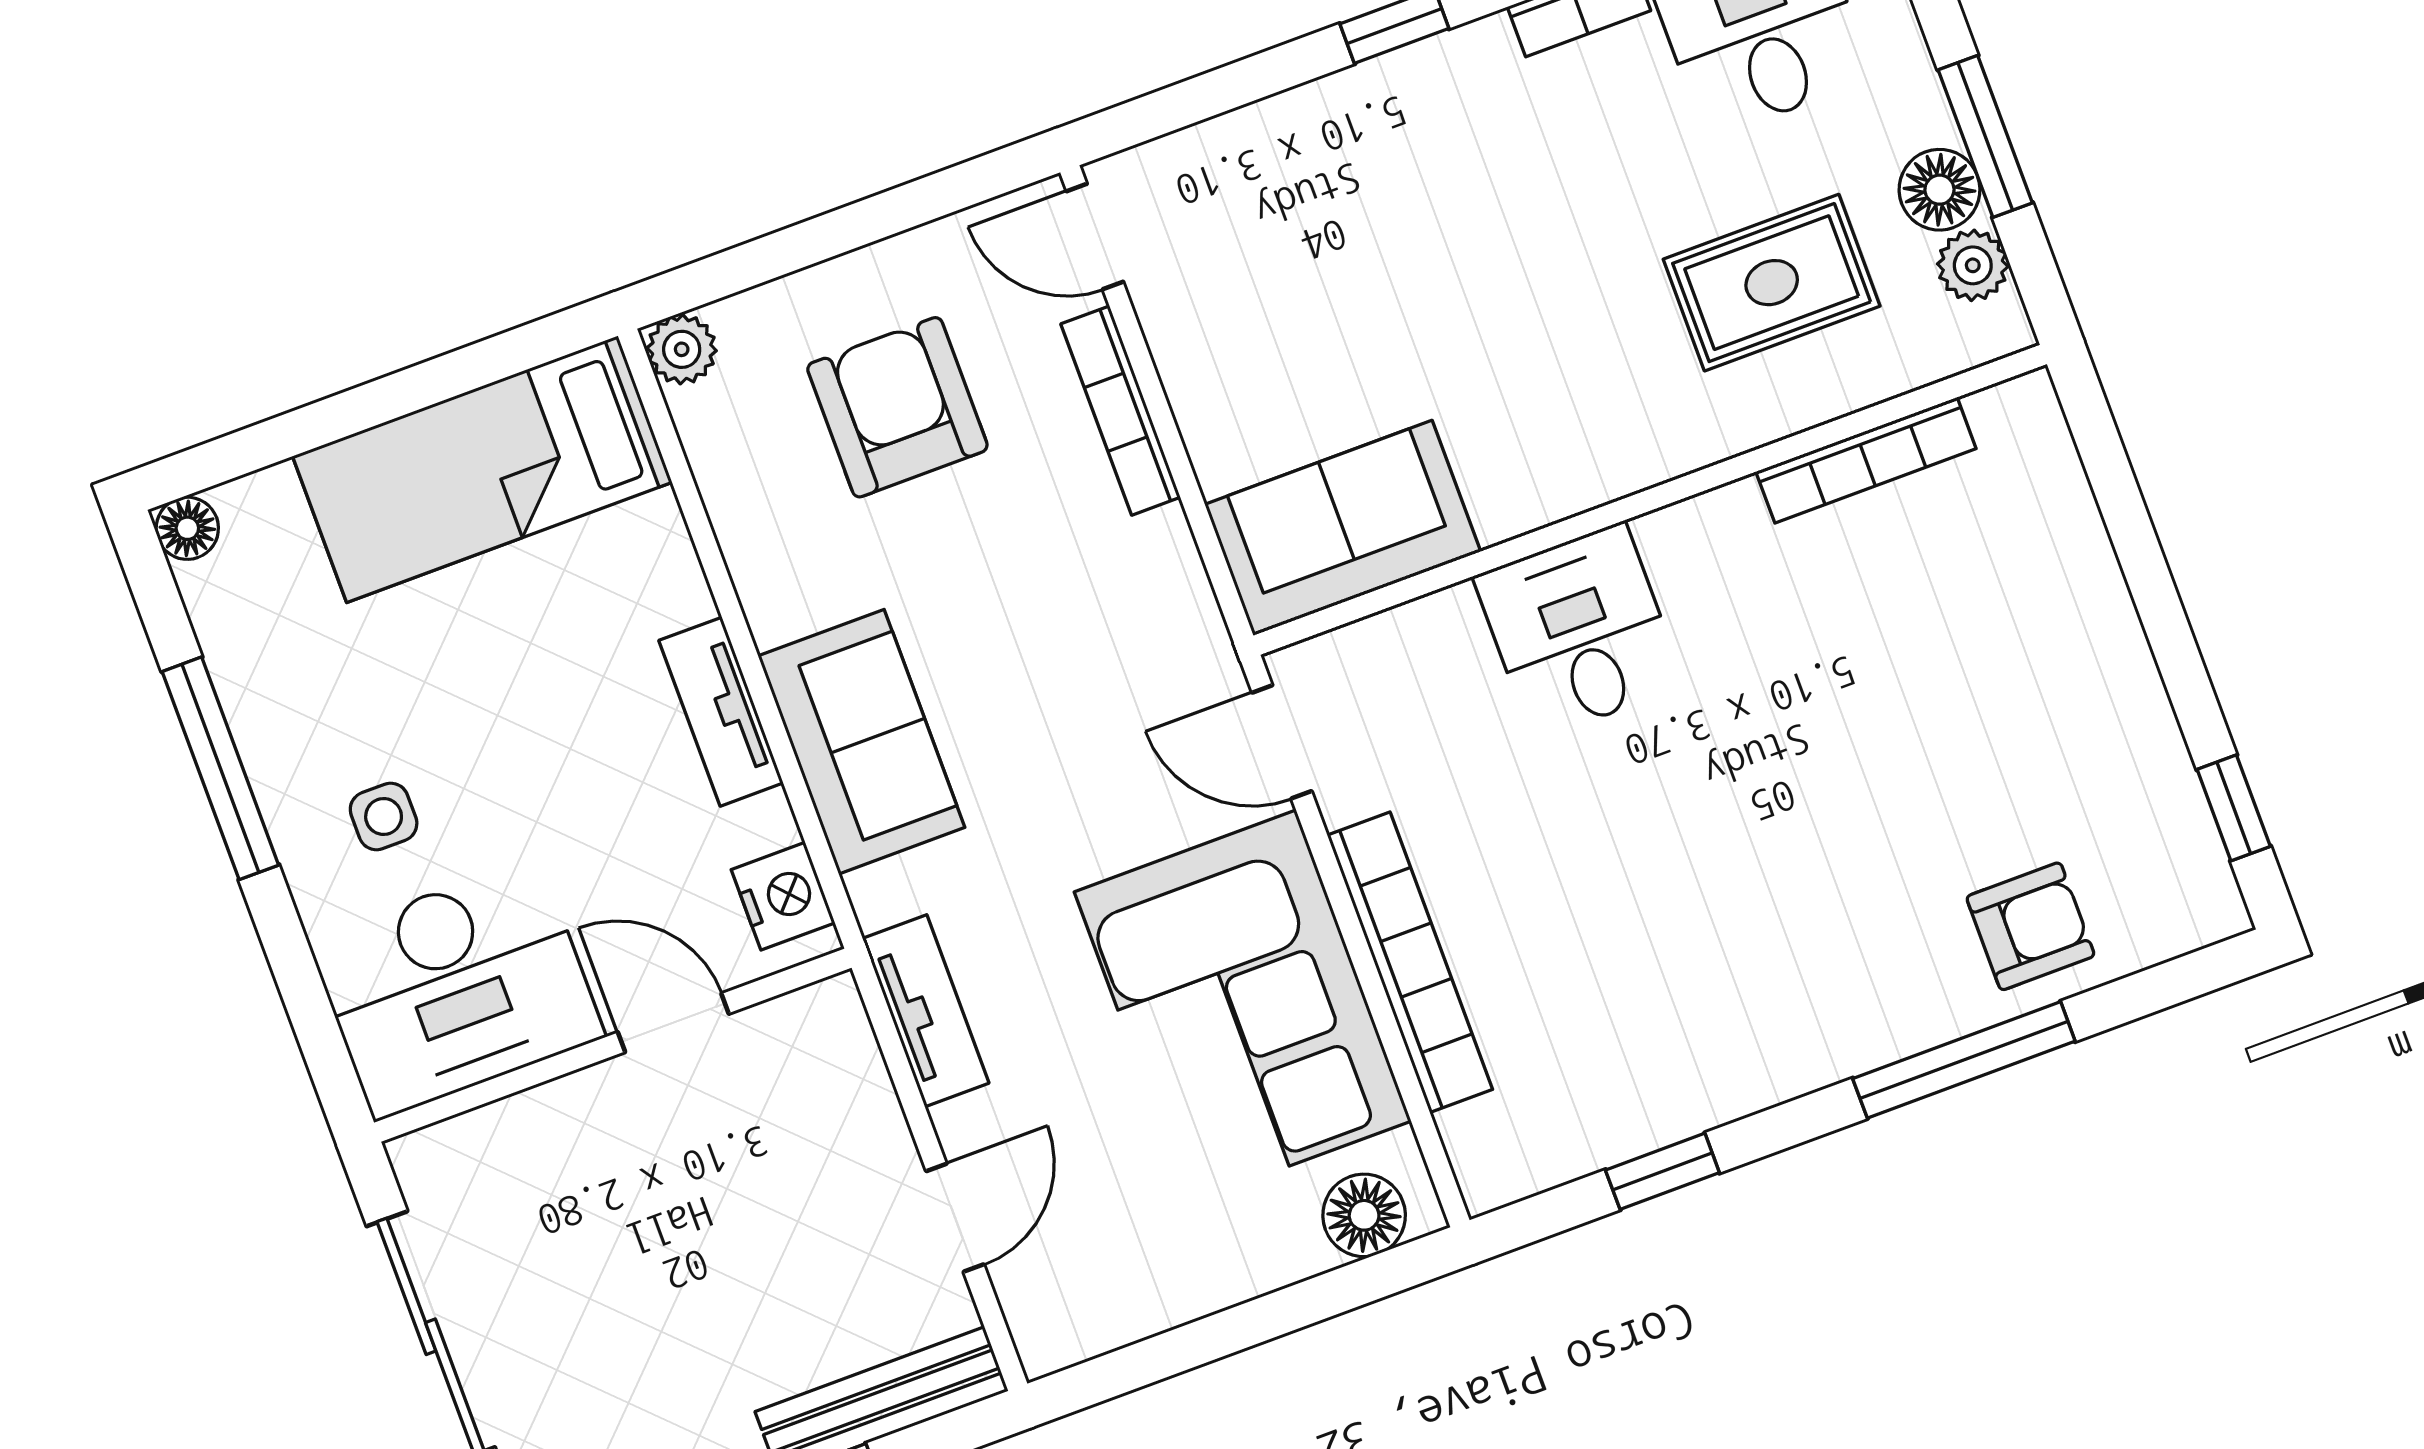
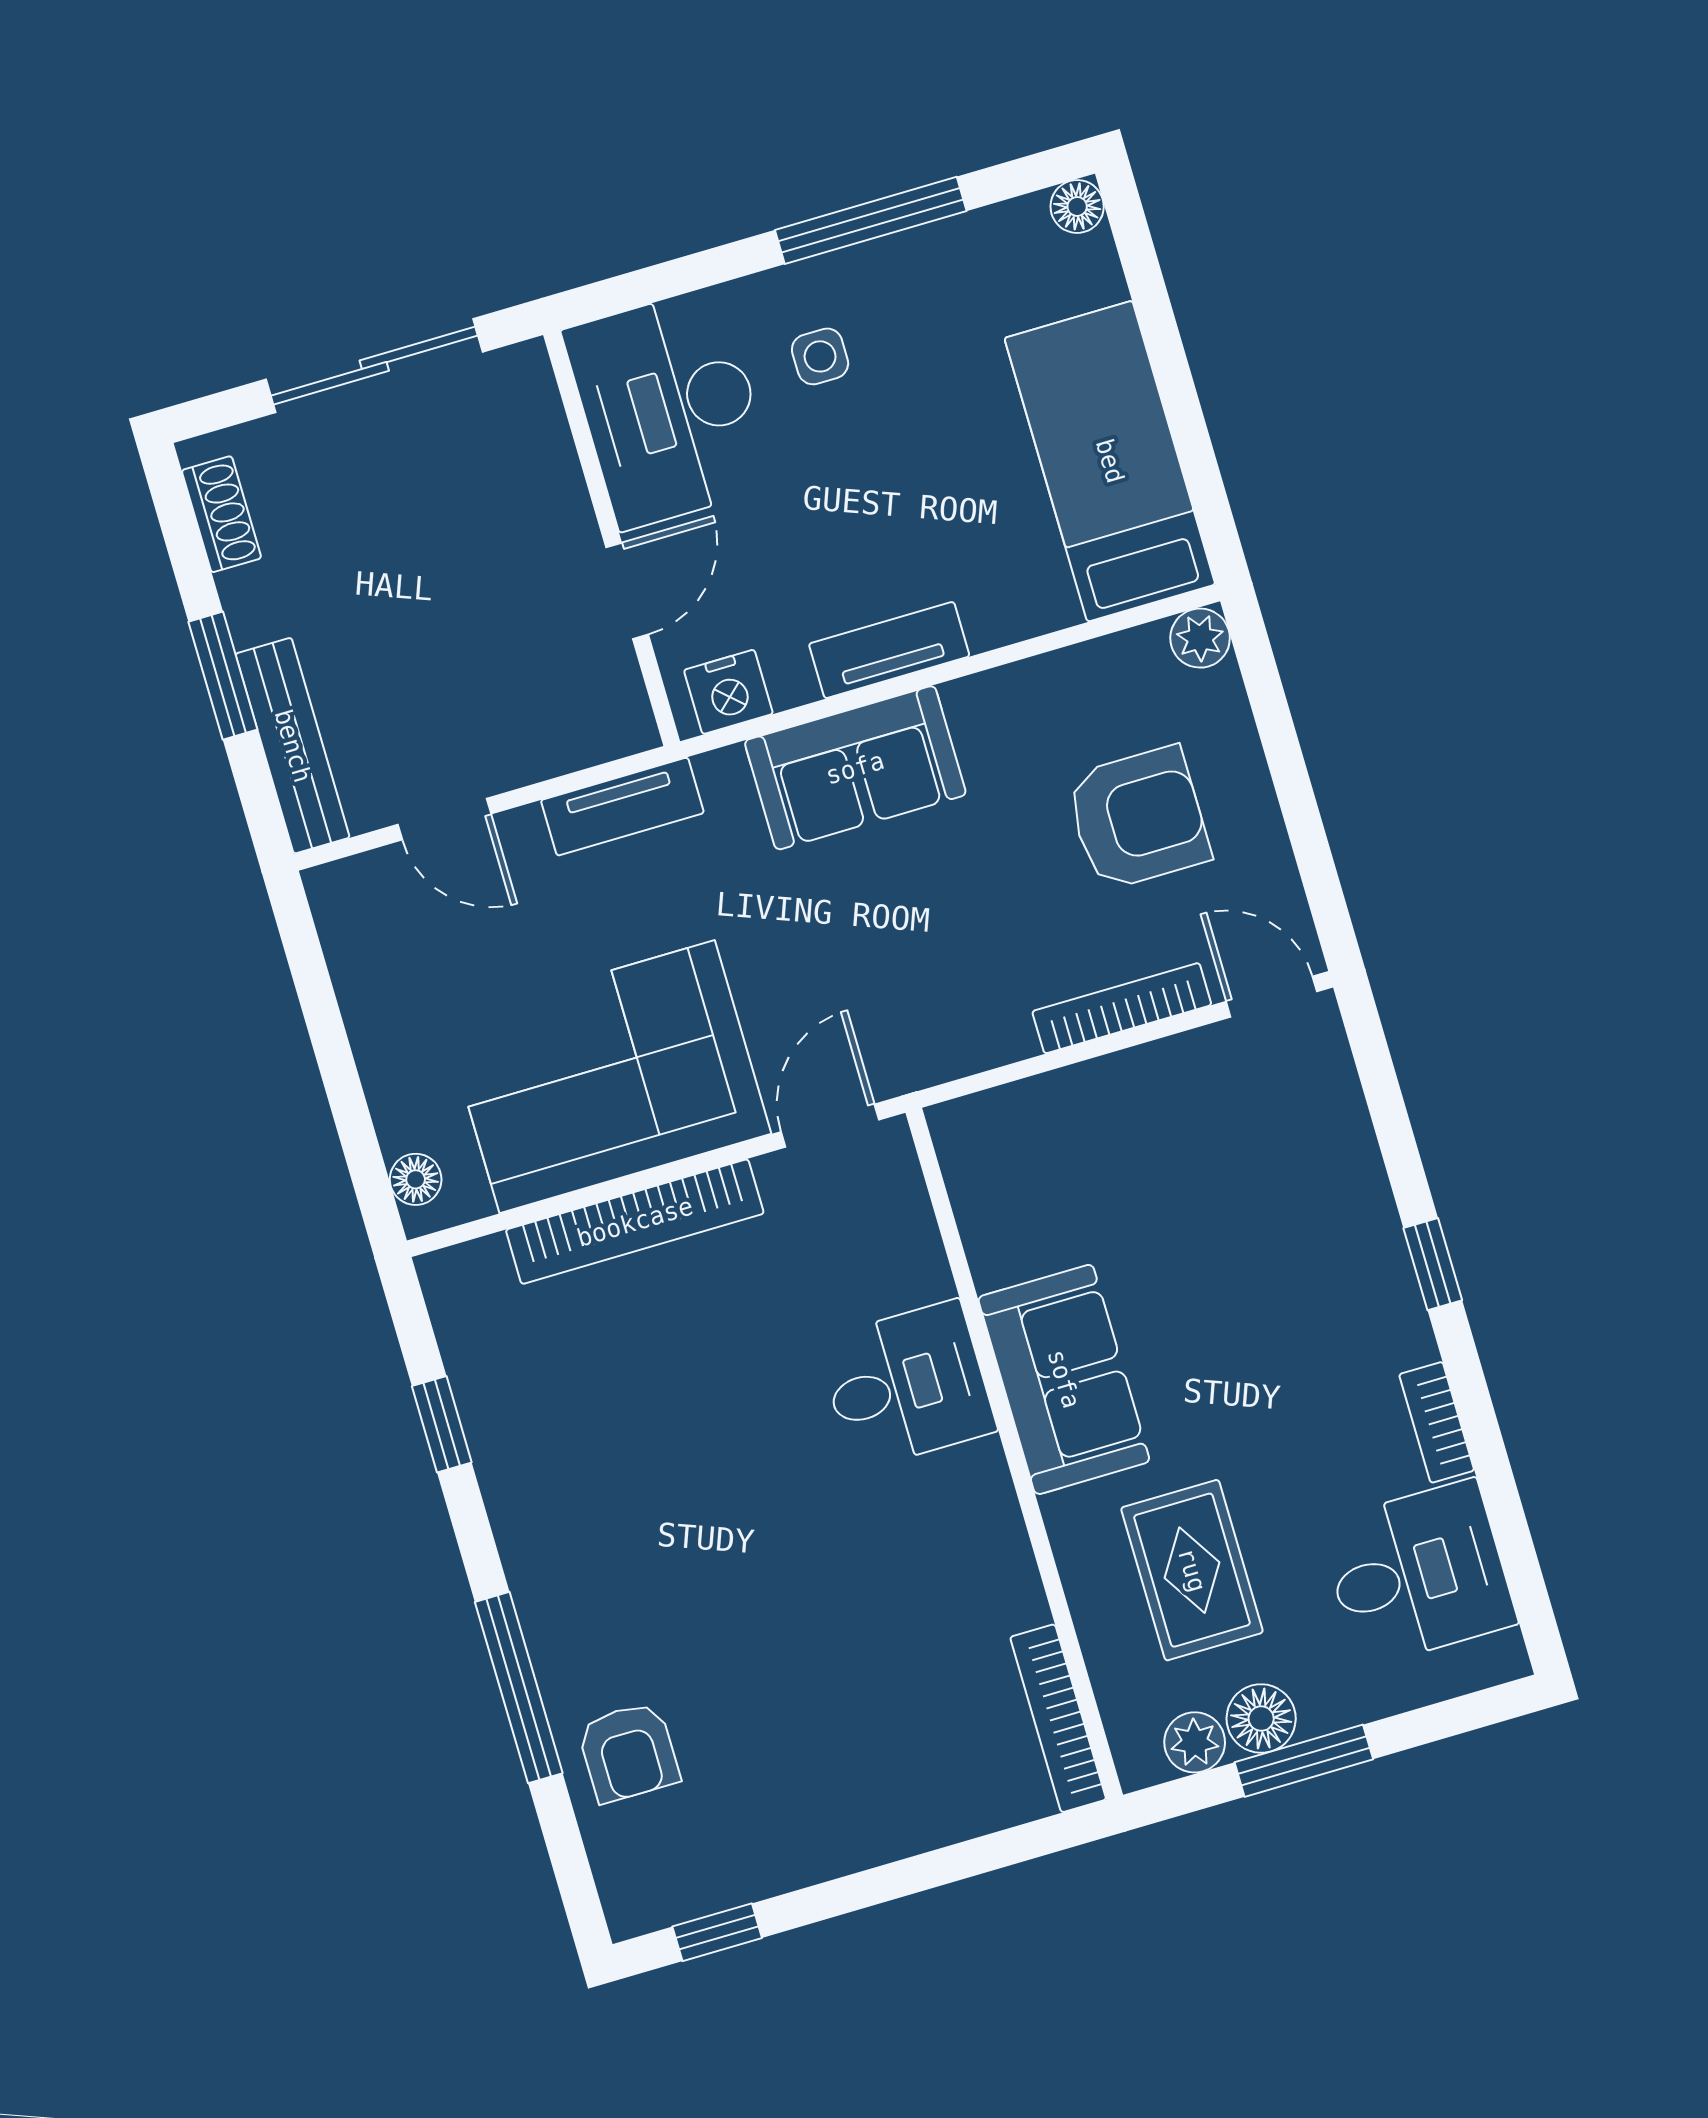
door: (1095, 237) -> (1272, 997), hinge flipped
bookcase: (1866, 460) -> (1058, 1718), moved
sofa: (1343, 528) -> (1064, 1379), moved
floor lamp: (1364, 1215) -> (416, 1179), width x0.73, depth x0.73

